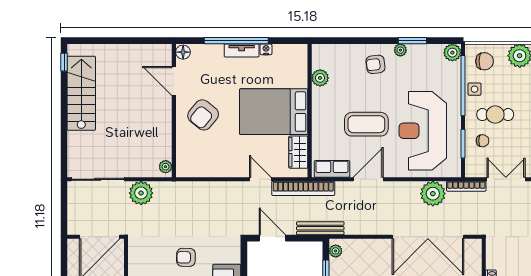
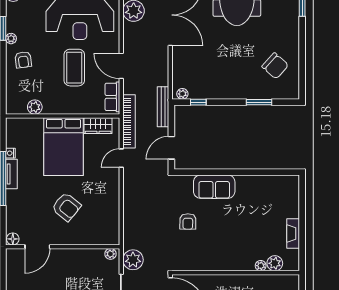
floor lamp: (183, 52) -> (13, 239), moved
door: (174, 81) -> (37, 247), moved
wall: (174, 111) -> (63, 247), moved
plant: (166, 167) -> (110, 254), moved

